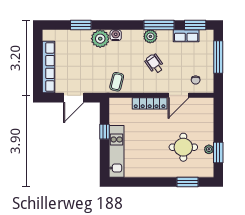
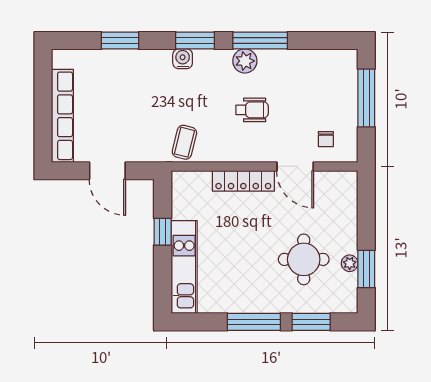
window: (195, 25) -> (195, 40), moved
row of seats: (186, 36) -> (309, 60), removed
plant: (100, 39) -> (155, 65), removed
wheelchair: (154, 64) -> (252, 110), turned 125
door: (178, 95) -> (295, 166), hinge flipped
door: (74, 98) -> (107, 171), hinge flipped
window: (156, 182) -> (254, 322), added

